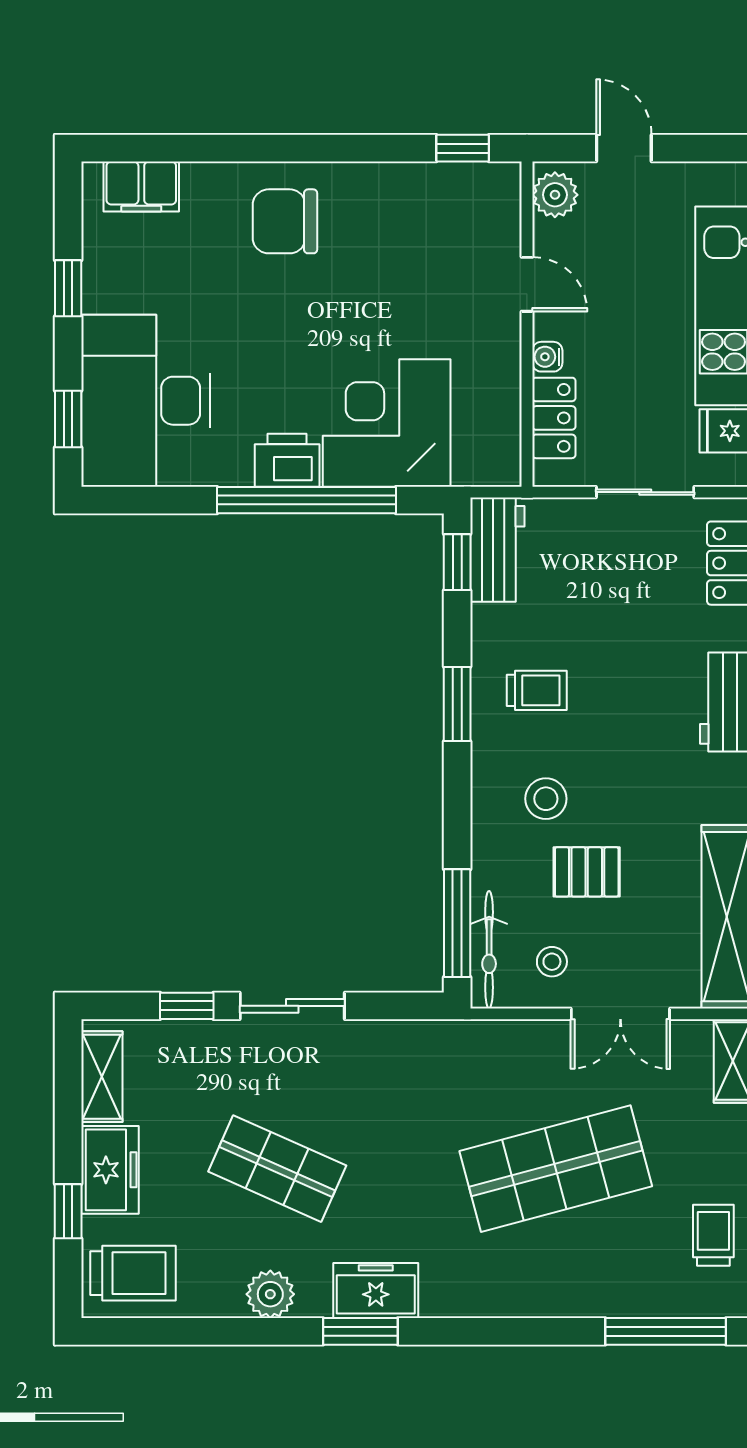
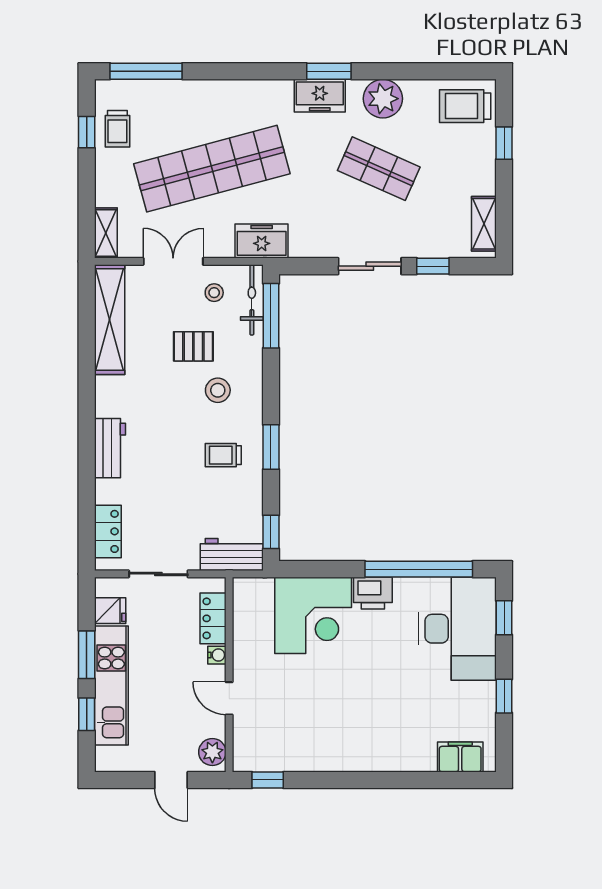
chair: (285, 221) -> (374, 736), removed
window: (306, 500) -> (419, 569), moved
workbench: (497, 550) -> (232, 555), moved, turned 90
shop shelf: (556, 1169) -> (212, 169), width x1.40
freezer: (110, 1170) -> (262, 241), moved, turned 90
plant: (270, 1294) -> (383, 99), width x1.36, depth x1.36

